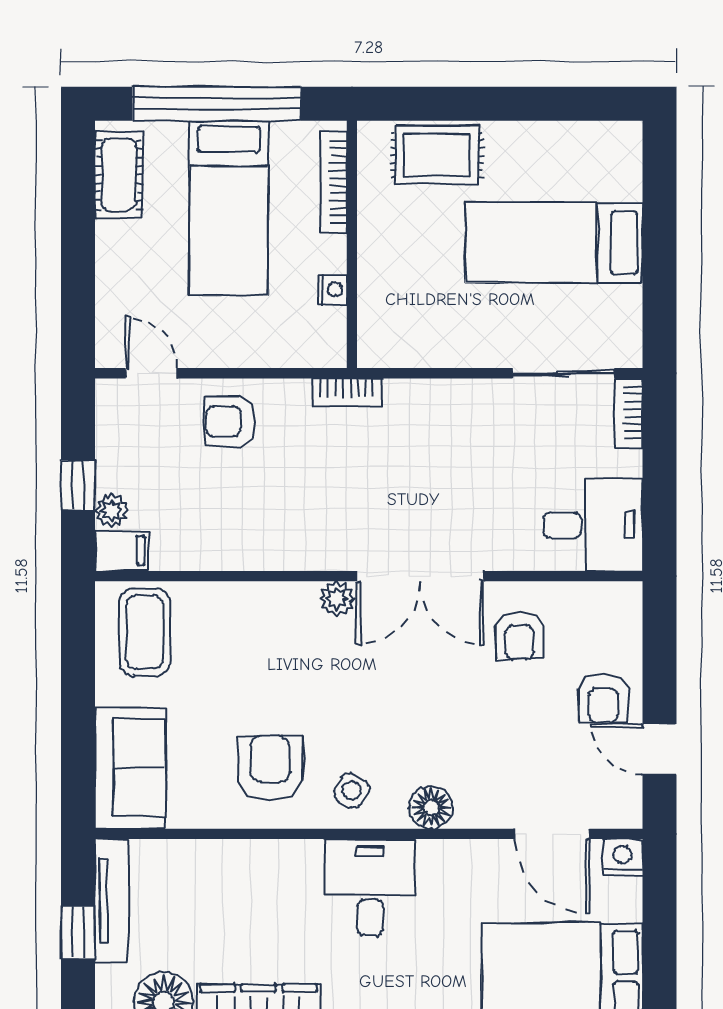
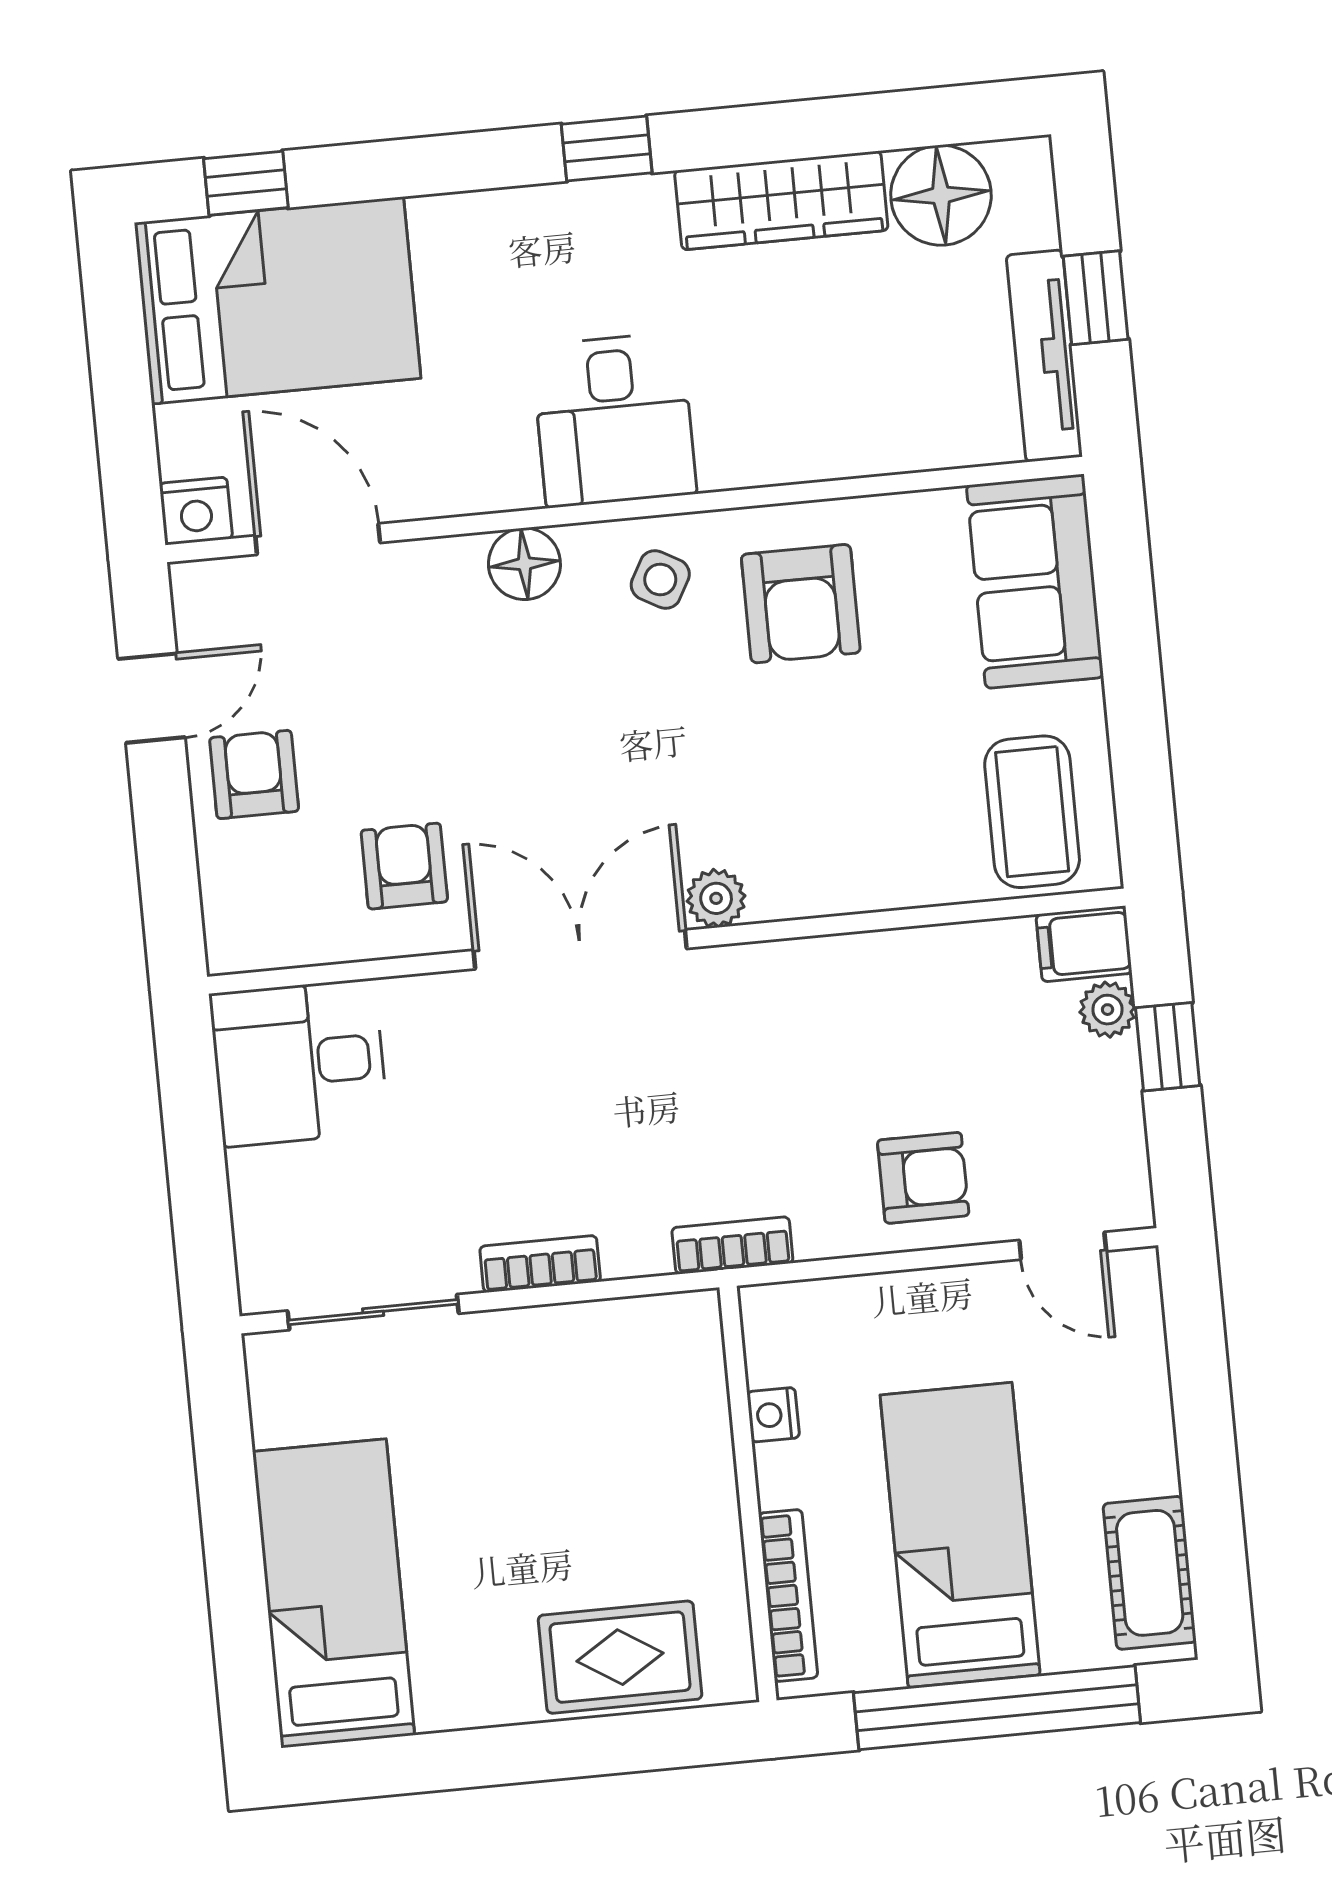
bed: (554, 243) -> (334, 1593), moved, turned -90
bookcase: (629, 413) -> (540, 1264), moved, turned -90
door: (660, 749) -> (151, 698), hinge flipped

